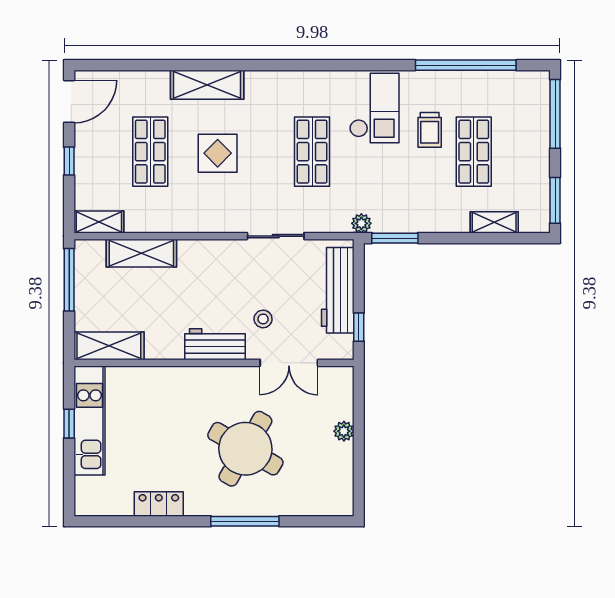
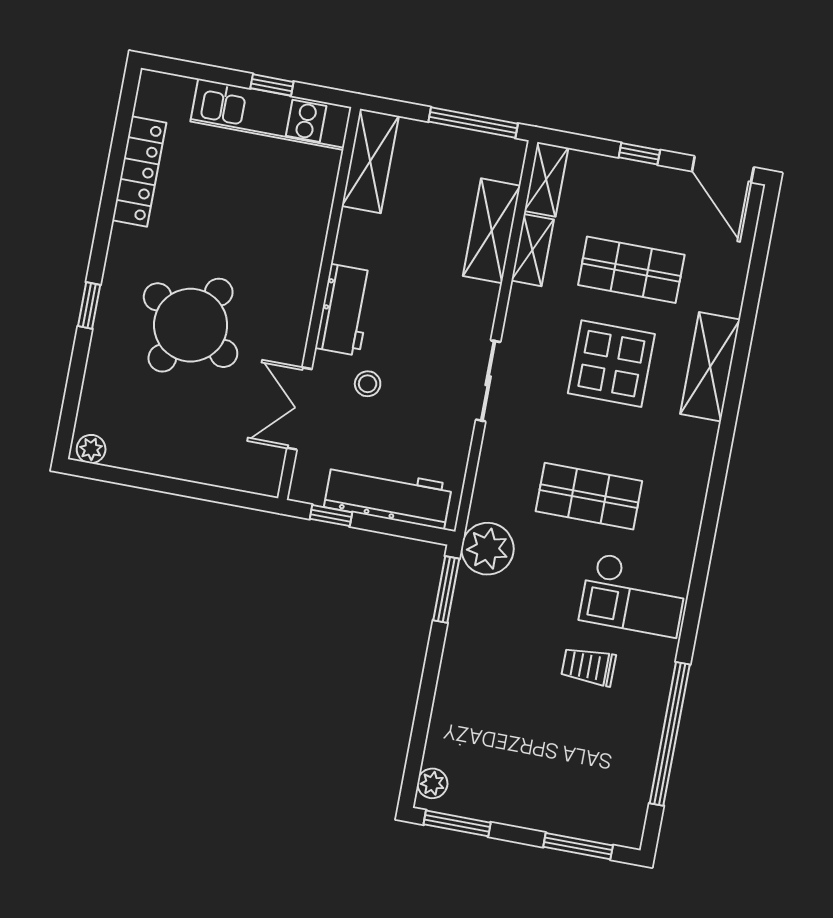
window: (555, 114) -> (578, 846), width x0.69
shop shelf: (474, 152) -> (547, 723), removed
display table: (218, 153) -> (611, 364), width x1.36, depth x1.36
shelving: (494, 222) -> (533, 250), moved
plant: (361, 223) -> (488, 549), width x1.88, depth x1.88
plant: (531, 223) -> (432, 783), added
sliding door: (276, 236) -> (488, 381), moved
plant: (344, 431) -> (91, 449), moved
locker: (159, 504) -> (139, 171), width x1.53
window: (245, 521) -> (89, 306), width x0.46

